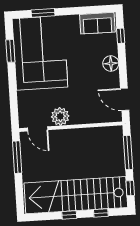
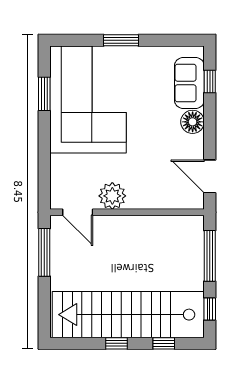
window: (43, 13) -> (121, 40), moved
sofa: (97, 23) -> (189, 83), moved, turned 90

